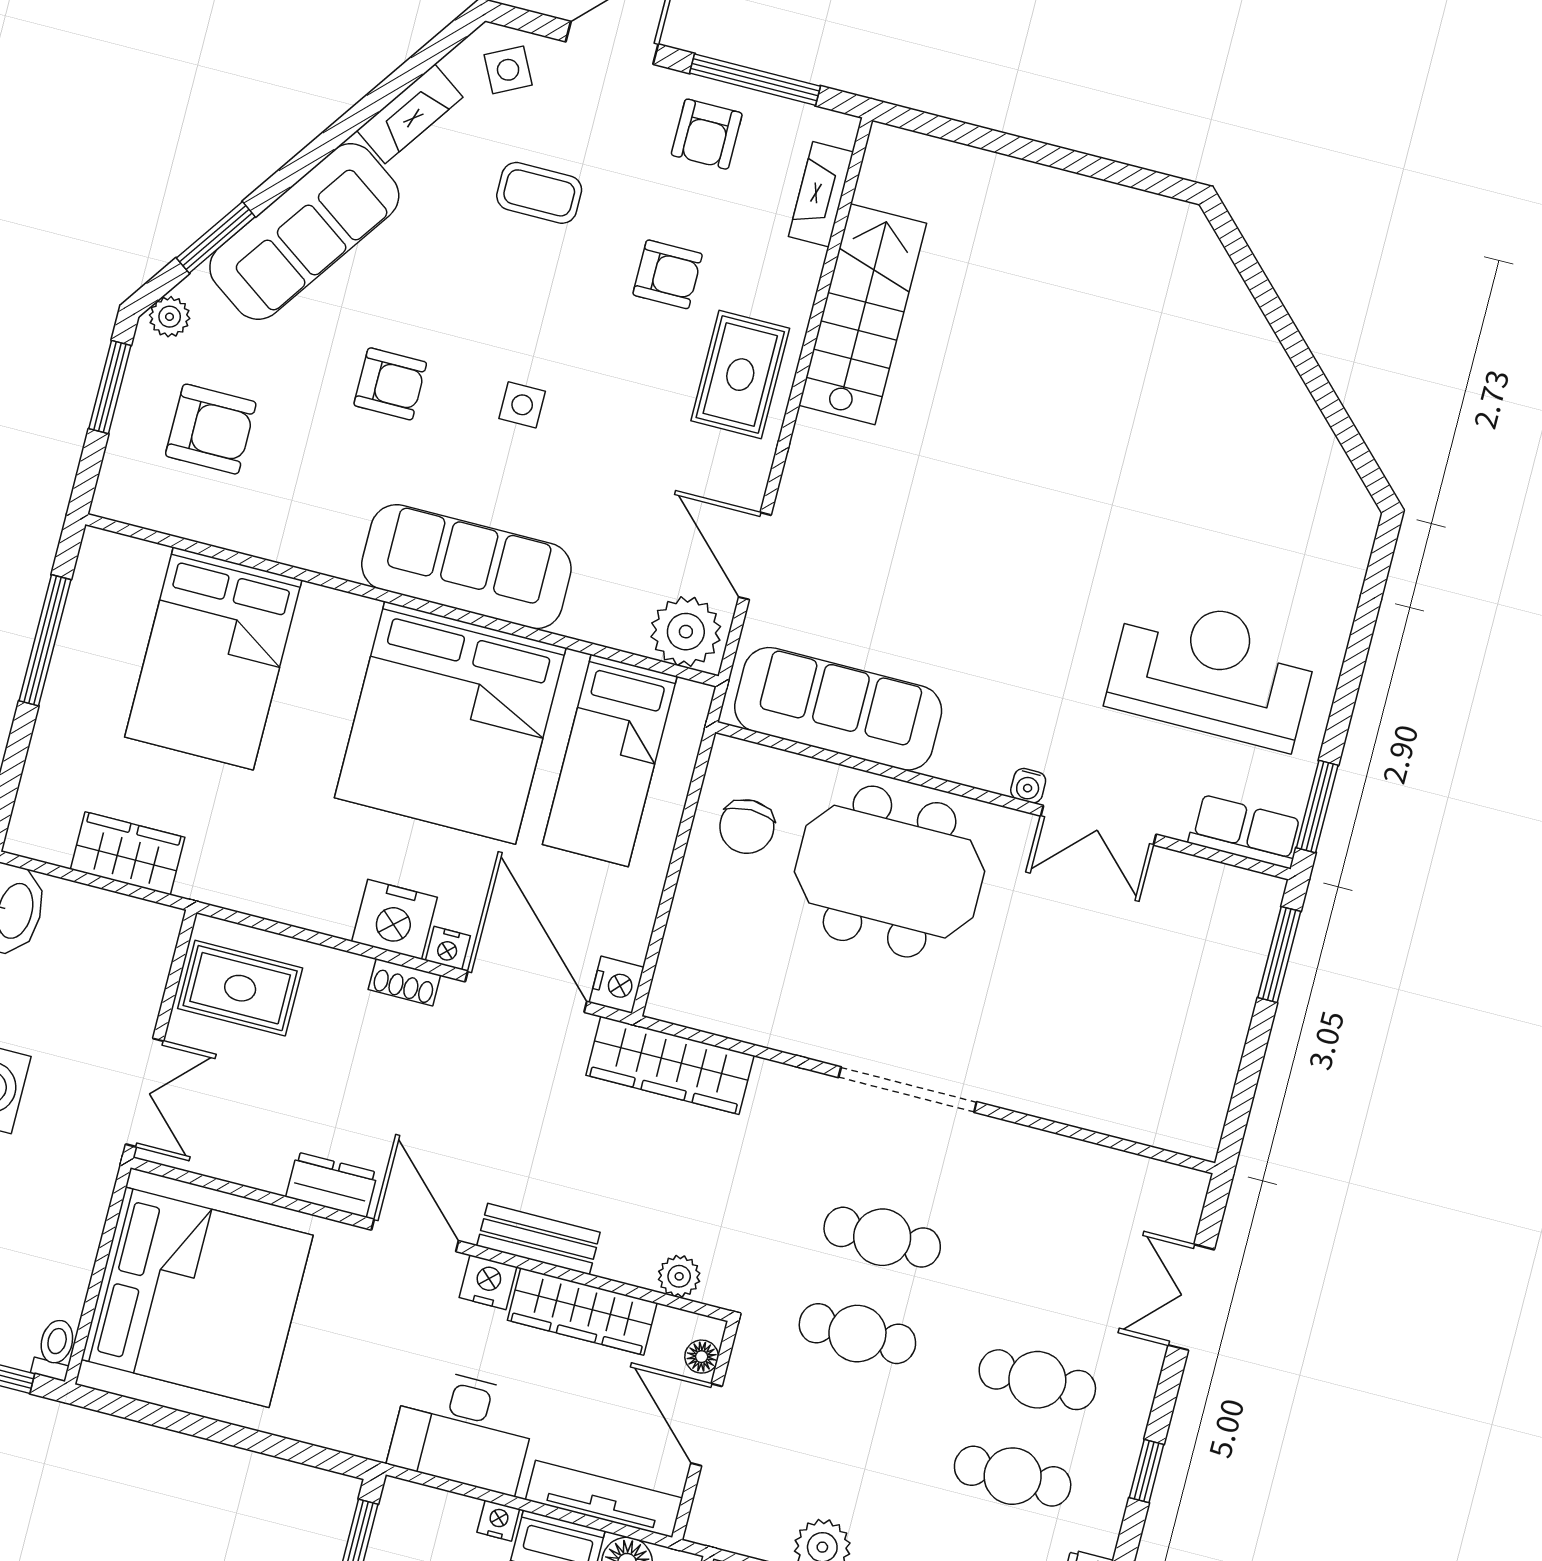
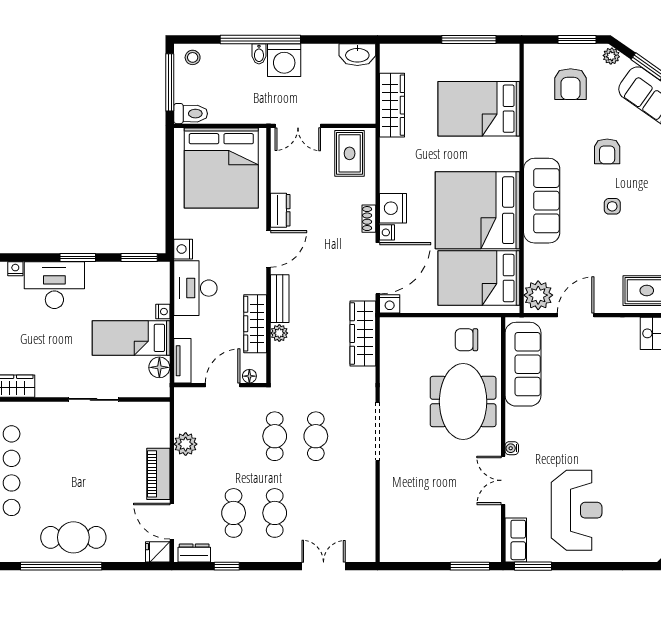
bed: (610, 760) -> (479, 278), width x1.50
wardrobe: (128, 853) -> (392, 105), width x1.50
plant: (679, 1276) -> (279, 333), moved
nightstand: (488, 1282) -> (183, 249), moved, turned 180
toilet: (55, 1349) -> (191, 114), width x1.37, depth x1.39
window: (1147, 1471) -> (227, 566), moved
tv unit: (604, 1499) -> (182, 361), width x0.71

